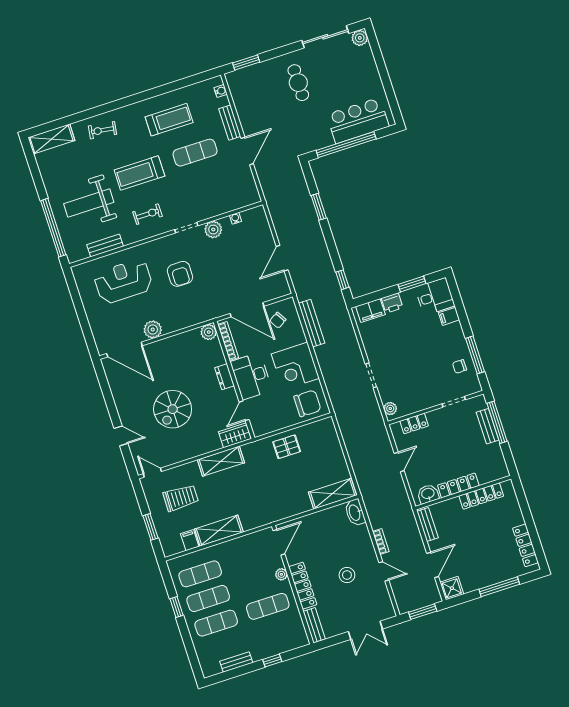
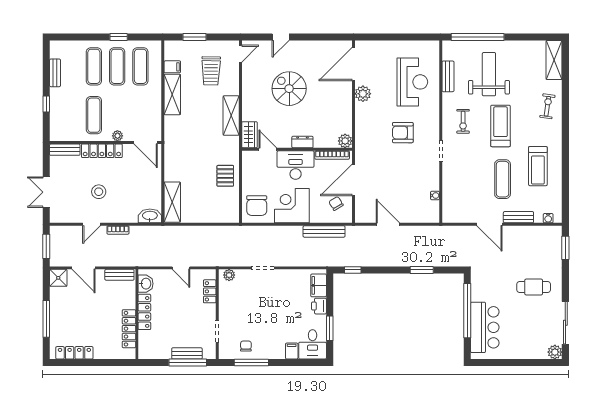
plant: (213, 229) -> (432, 173), removed

